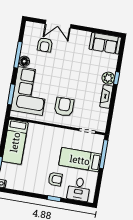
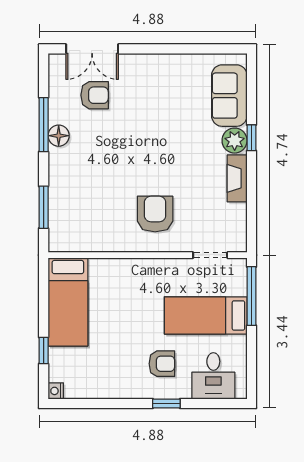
double door: (58, 24) -> (92, 49), moved
sofa: (105, 43) -> (229, 96), moved, turned 90
armchair: (45, 45) -> (95, 95), turned -90
corner sofa: (30, 91) -> (81, 194), removed

